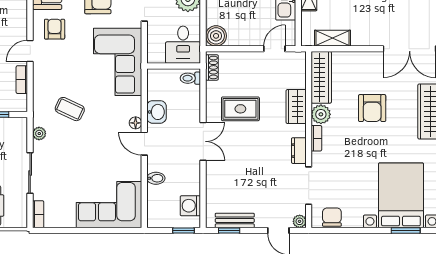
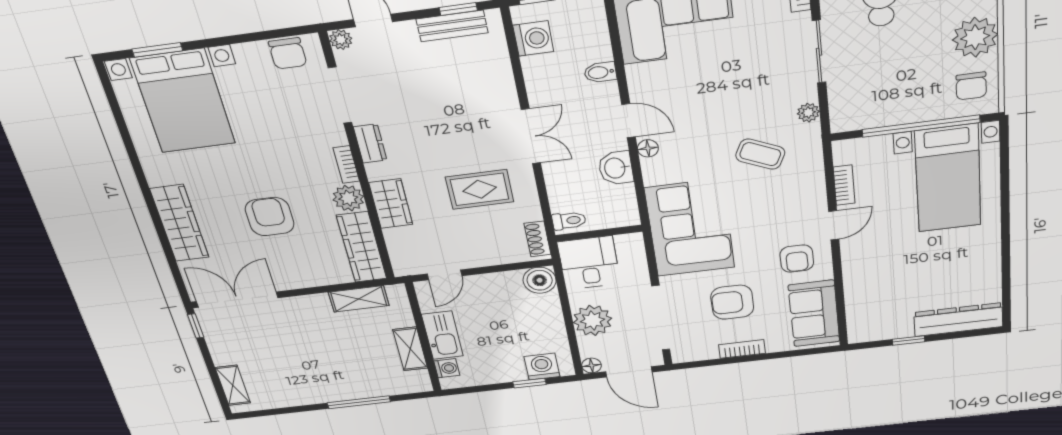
double door: (203, 141) -> (531, 136), swing flipped

